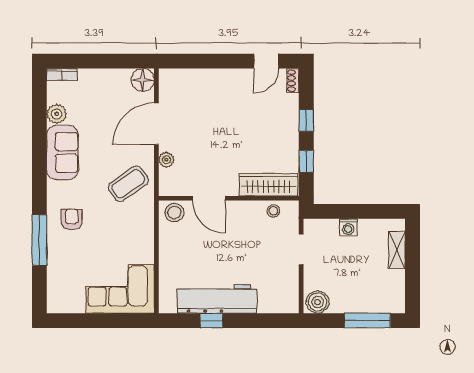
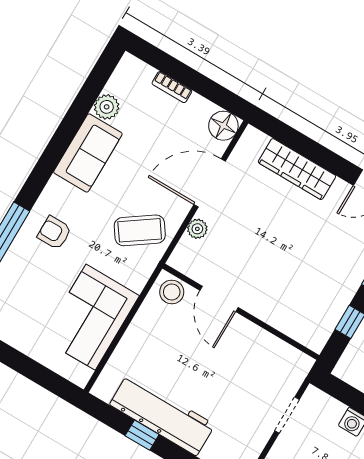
bookcase: (62, 75) -> (172, 87), moved
wardrobe: (268, 185) -> (297, 169), moved, turned 180
stool: (273, 211) -> (282, 355), removed
armchair: (72, 219) -> (54, 233), turned -90
corner sofa: (120, 289) -> (91, 317), moved, turned -90

